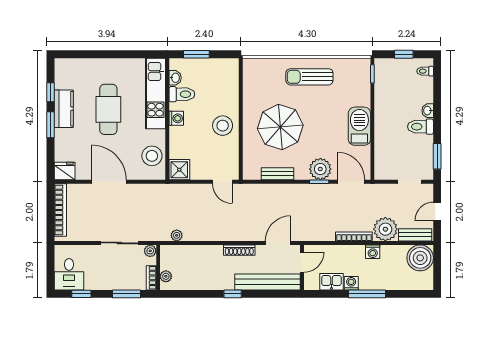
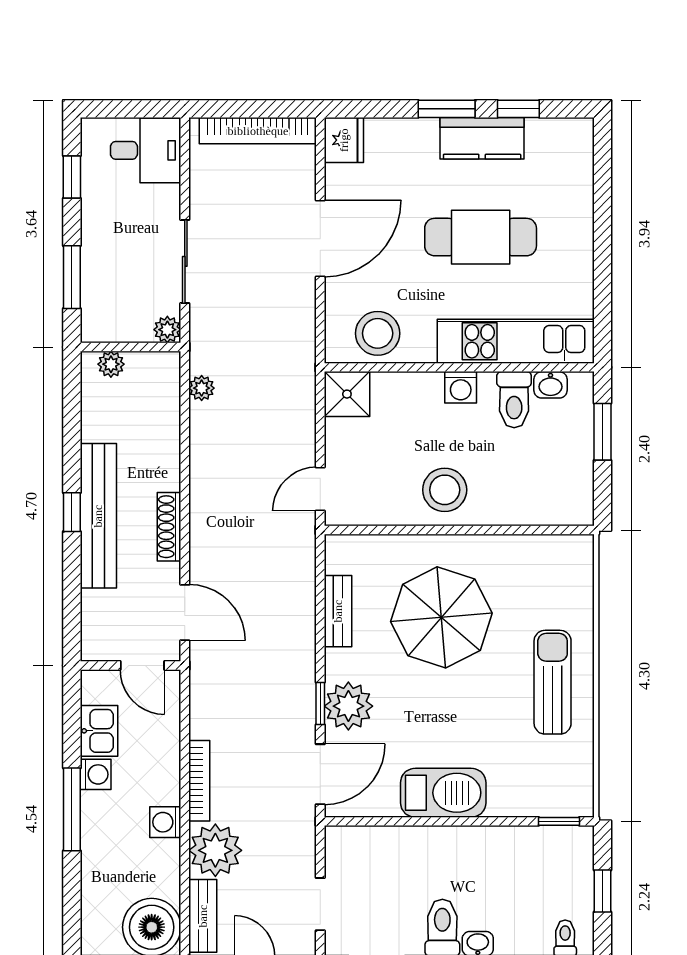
desk: (69, 274) -> (146, 150), moved, turned 180
bookcase: (151, 278) -> (108, 332), removed
bench: (267, 282) -> (98, 516), moved

